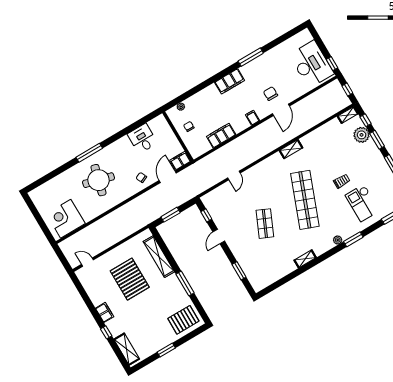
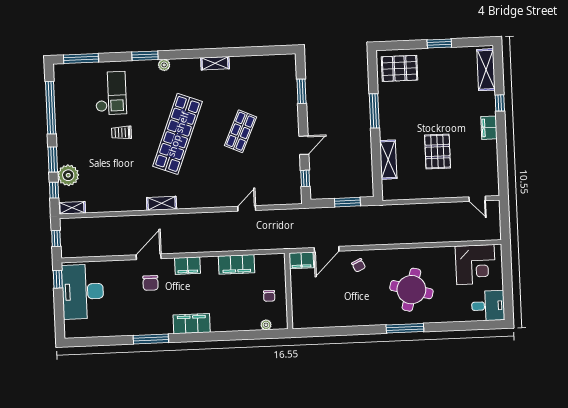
filing cabinet: (252, 118) -> (188, 266), width x2.00
desk: (142, 139) -> (488, 306), moved, turned -90
shelving: (159, 257) -> (388, 160), width x0.68
pallet: (130, 279) -> (438, 152), width x0.73, depth x0.71

